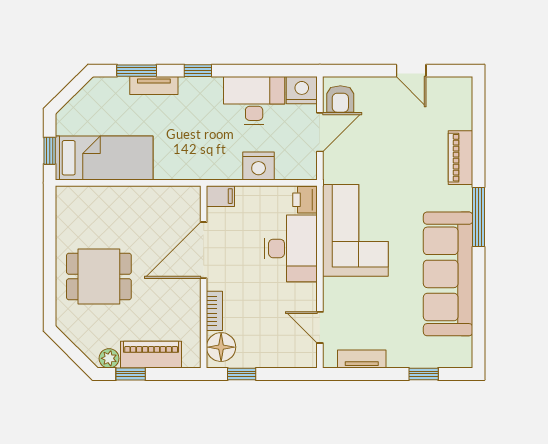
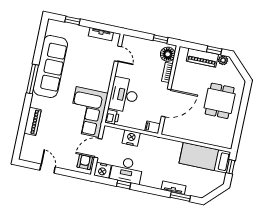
window: (198, 71) -> (124, 185), moved
window: (478, 217) -> (32, 79), moved
corner sofa: (355, 230) -> (88, 112), moved
dining table: (99, 276) -> (220, 101), turned 90

